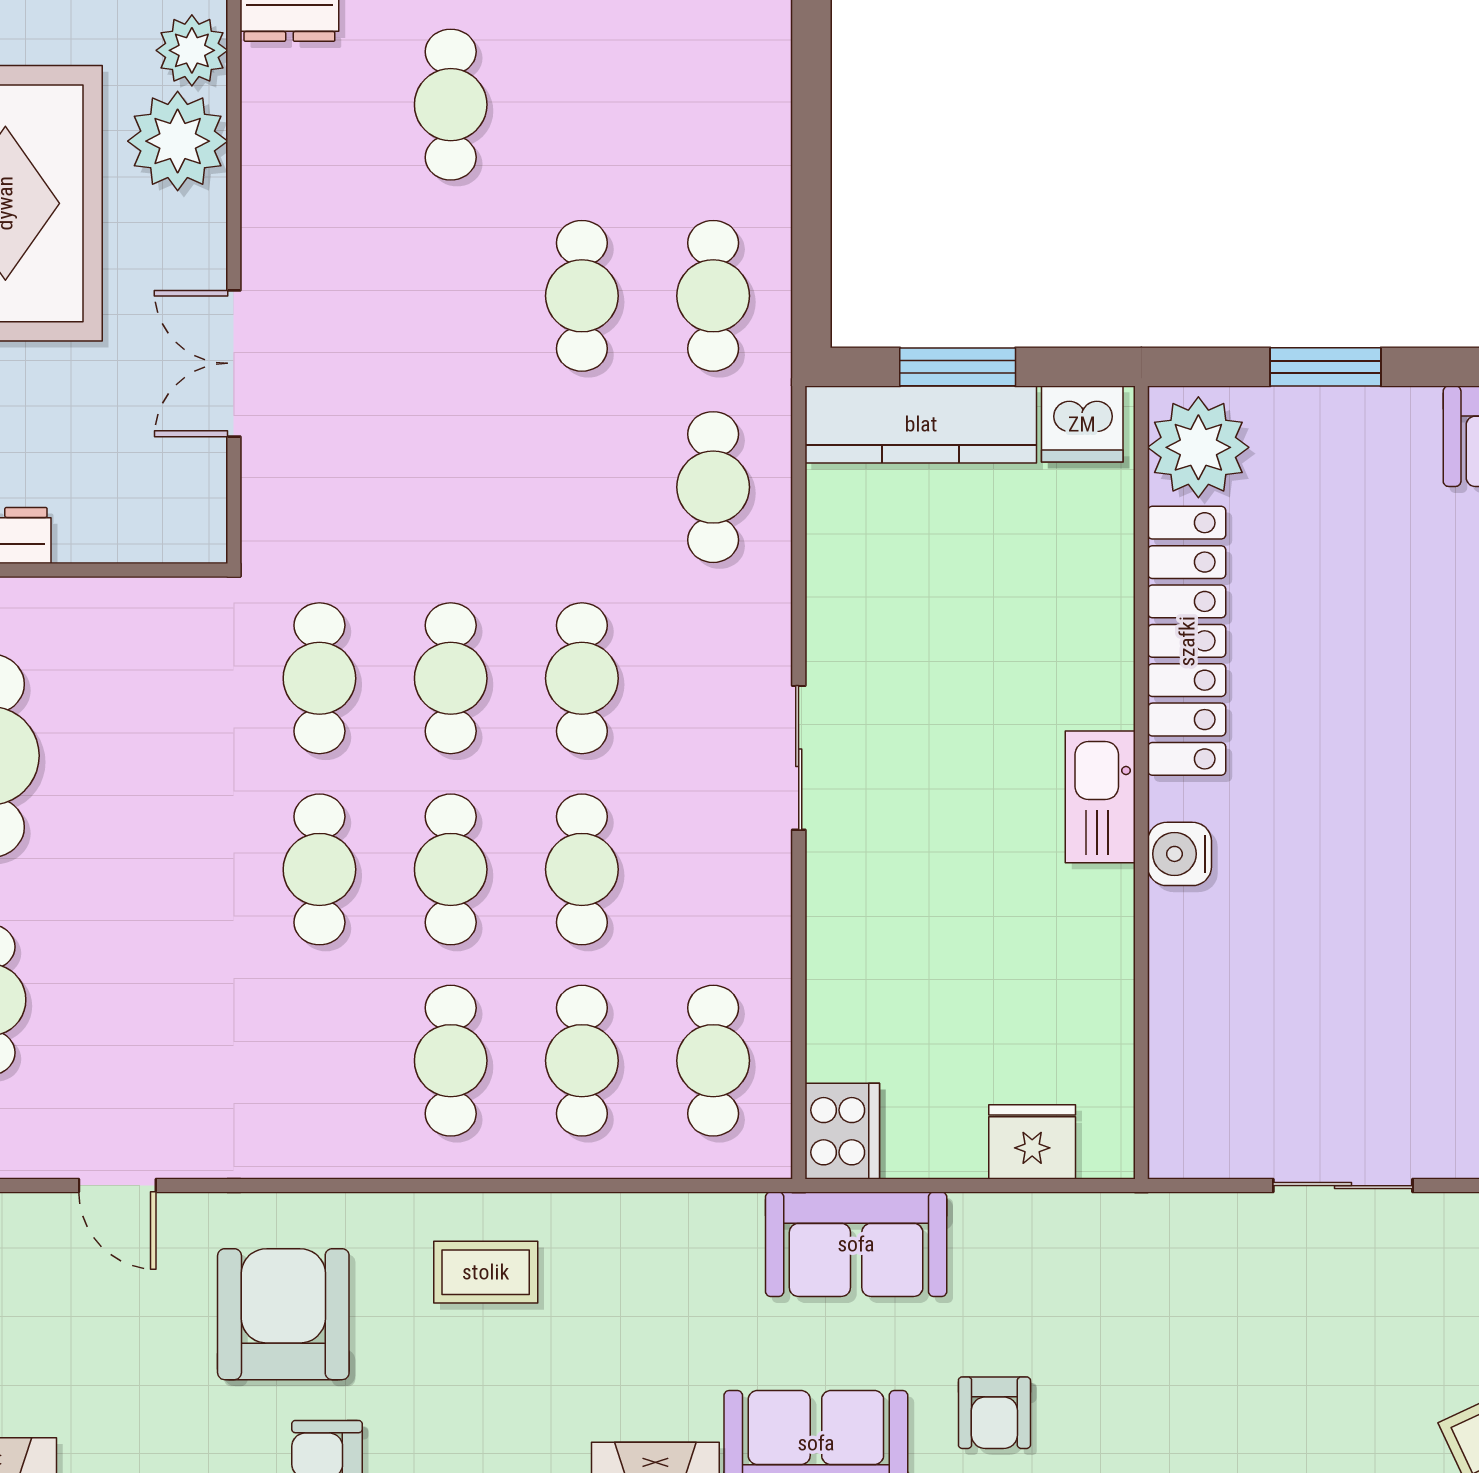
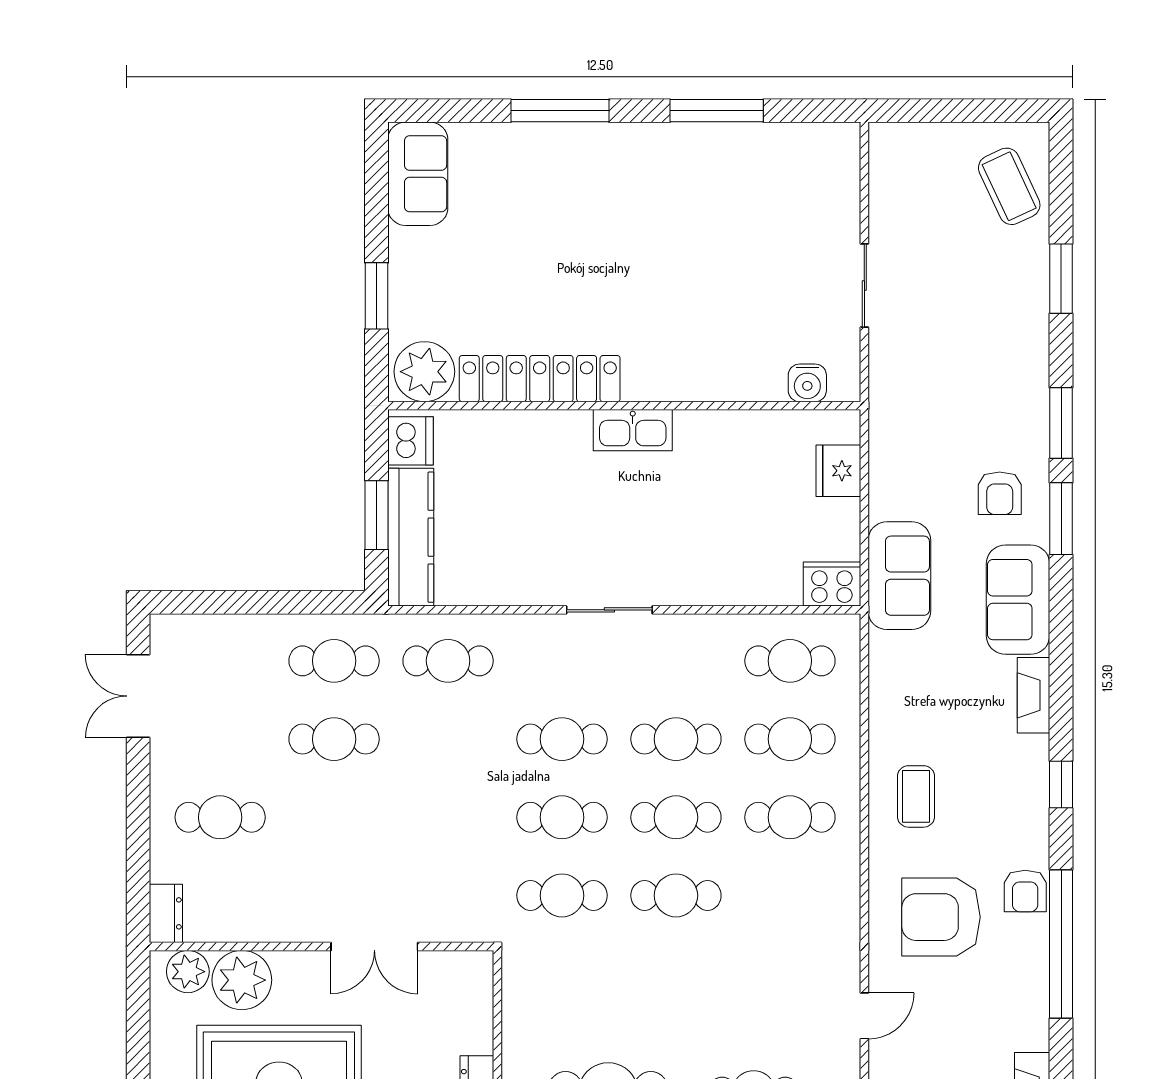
water cooler: (1180, 854) -> (807, 383), moved
armchair: (994, 1413) -> (1000, 493), turned 90

